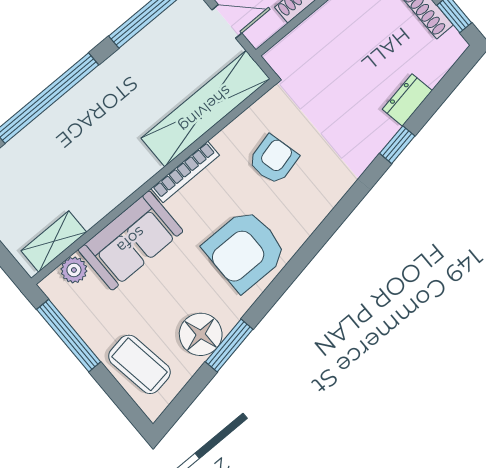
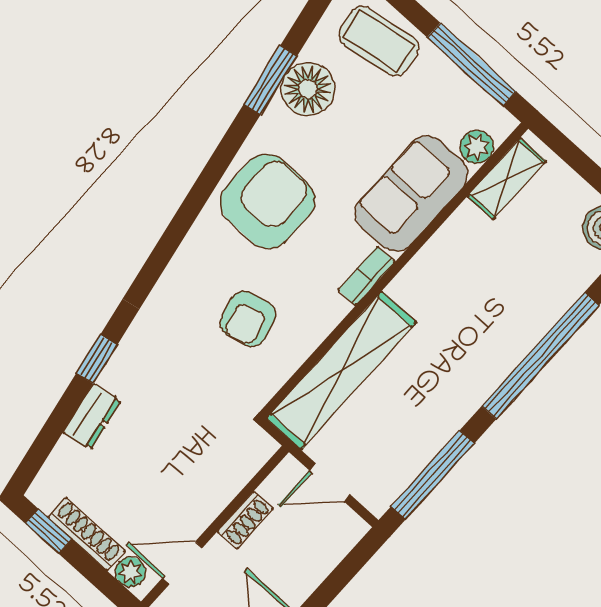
bookcase: (185, 172) -> (366, 276), width x0.64

